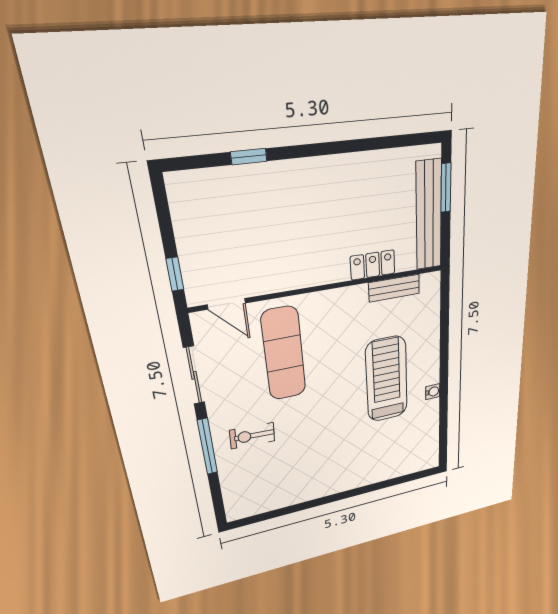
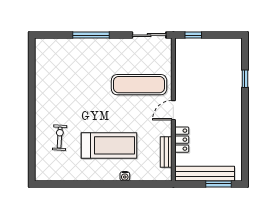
door: (226, 304) -> (173, 110), moved
sliding door: (194, 375) -> (149, 35), moved
water cooler: (433, 392) -> (125, 176), moved
exercise bike: (252, 436) -> (60, 138), moved

